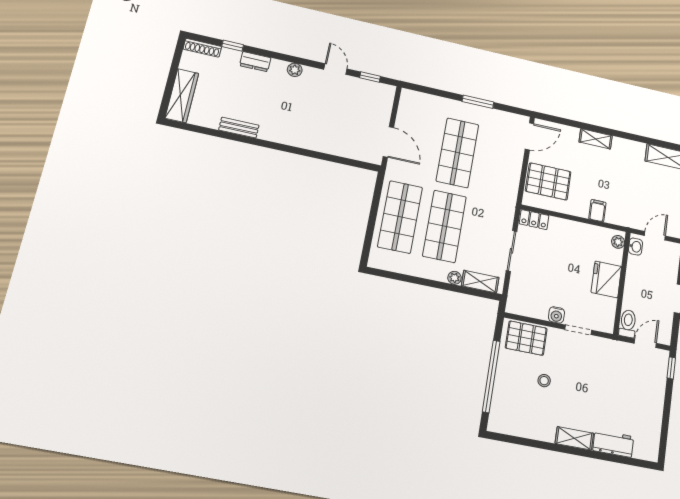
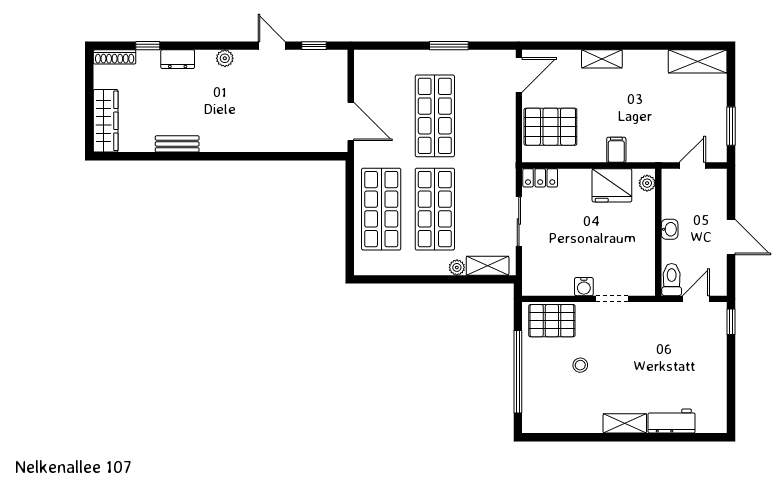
washbasin: (636, 247) -> (670, 229), moved
fridge: (606, 279) -> (612, 185), moved, turned -90

